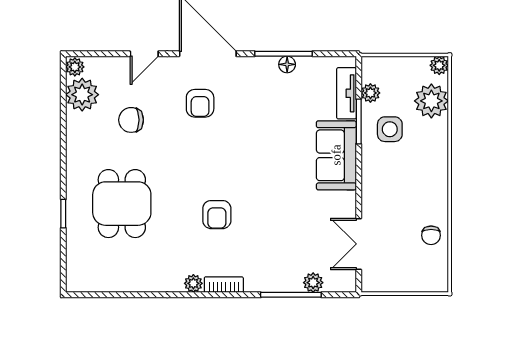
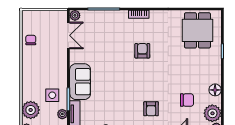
armchair: (200, 103) -> (151, 109), turned 180
floor lamp: (77, 139) -> (215, 90), added
dining table: (122, 204) -> (197, 30), moved
plant: (193, 283) -> (155, 15), removed
plant: (313, 283) -> (75, 15), moved

